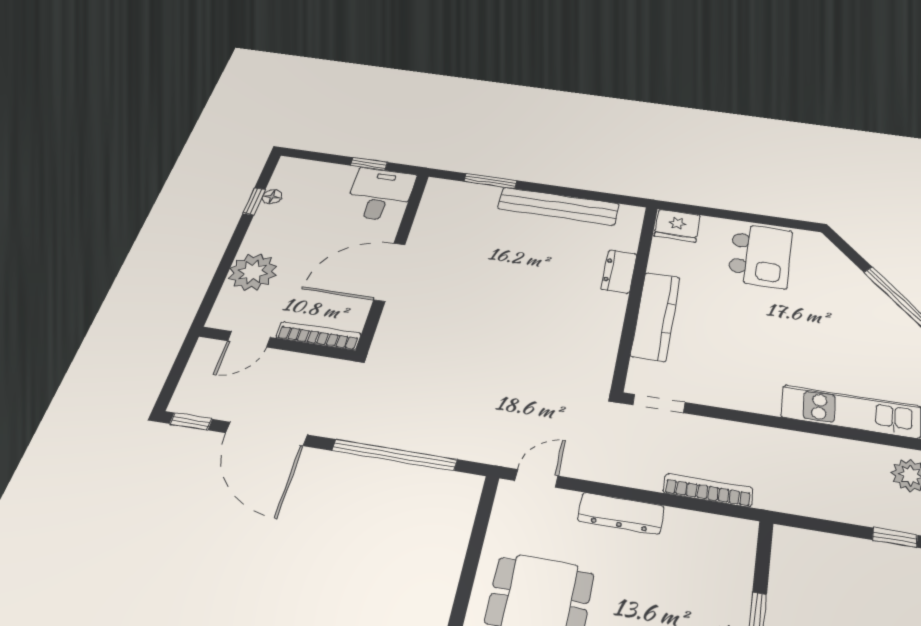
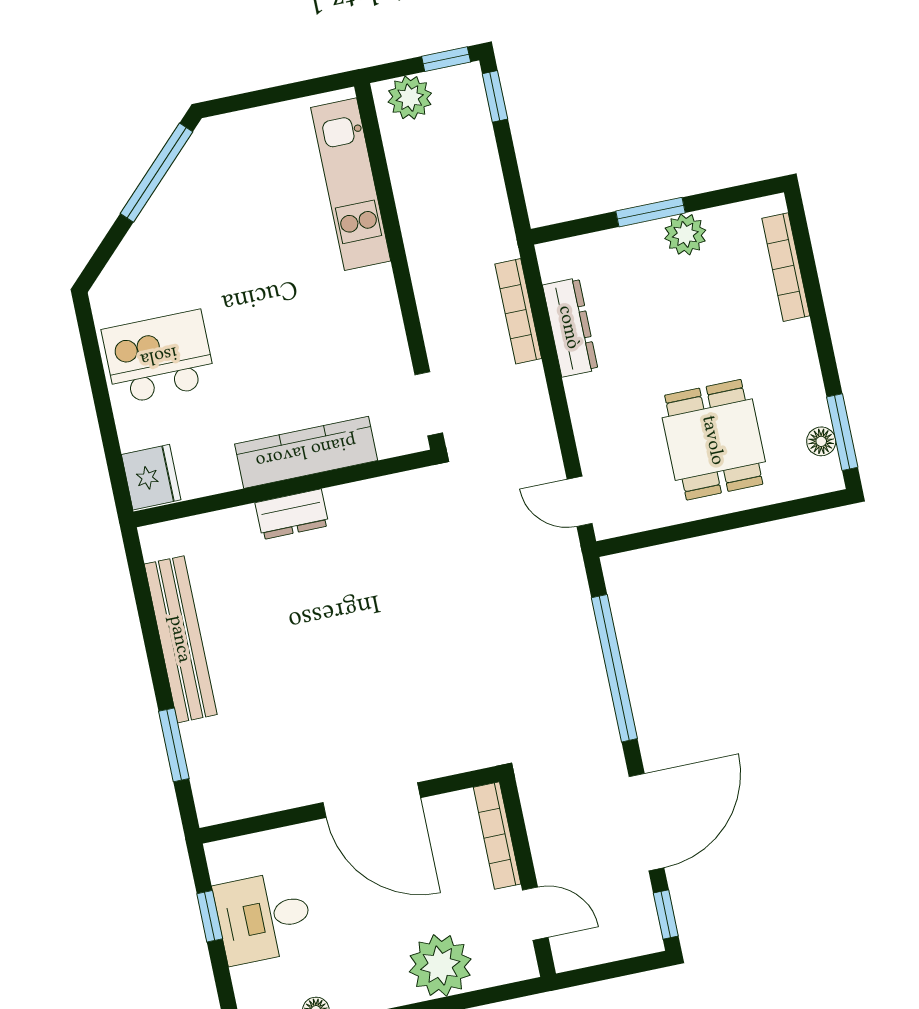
desk: (380, 194) -> (264, 917), moved
dresser: (619, 271) -> (292, 514), moved
dresser: (621, 513) -> (570, 327), moved

